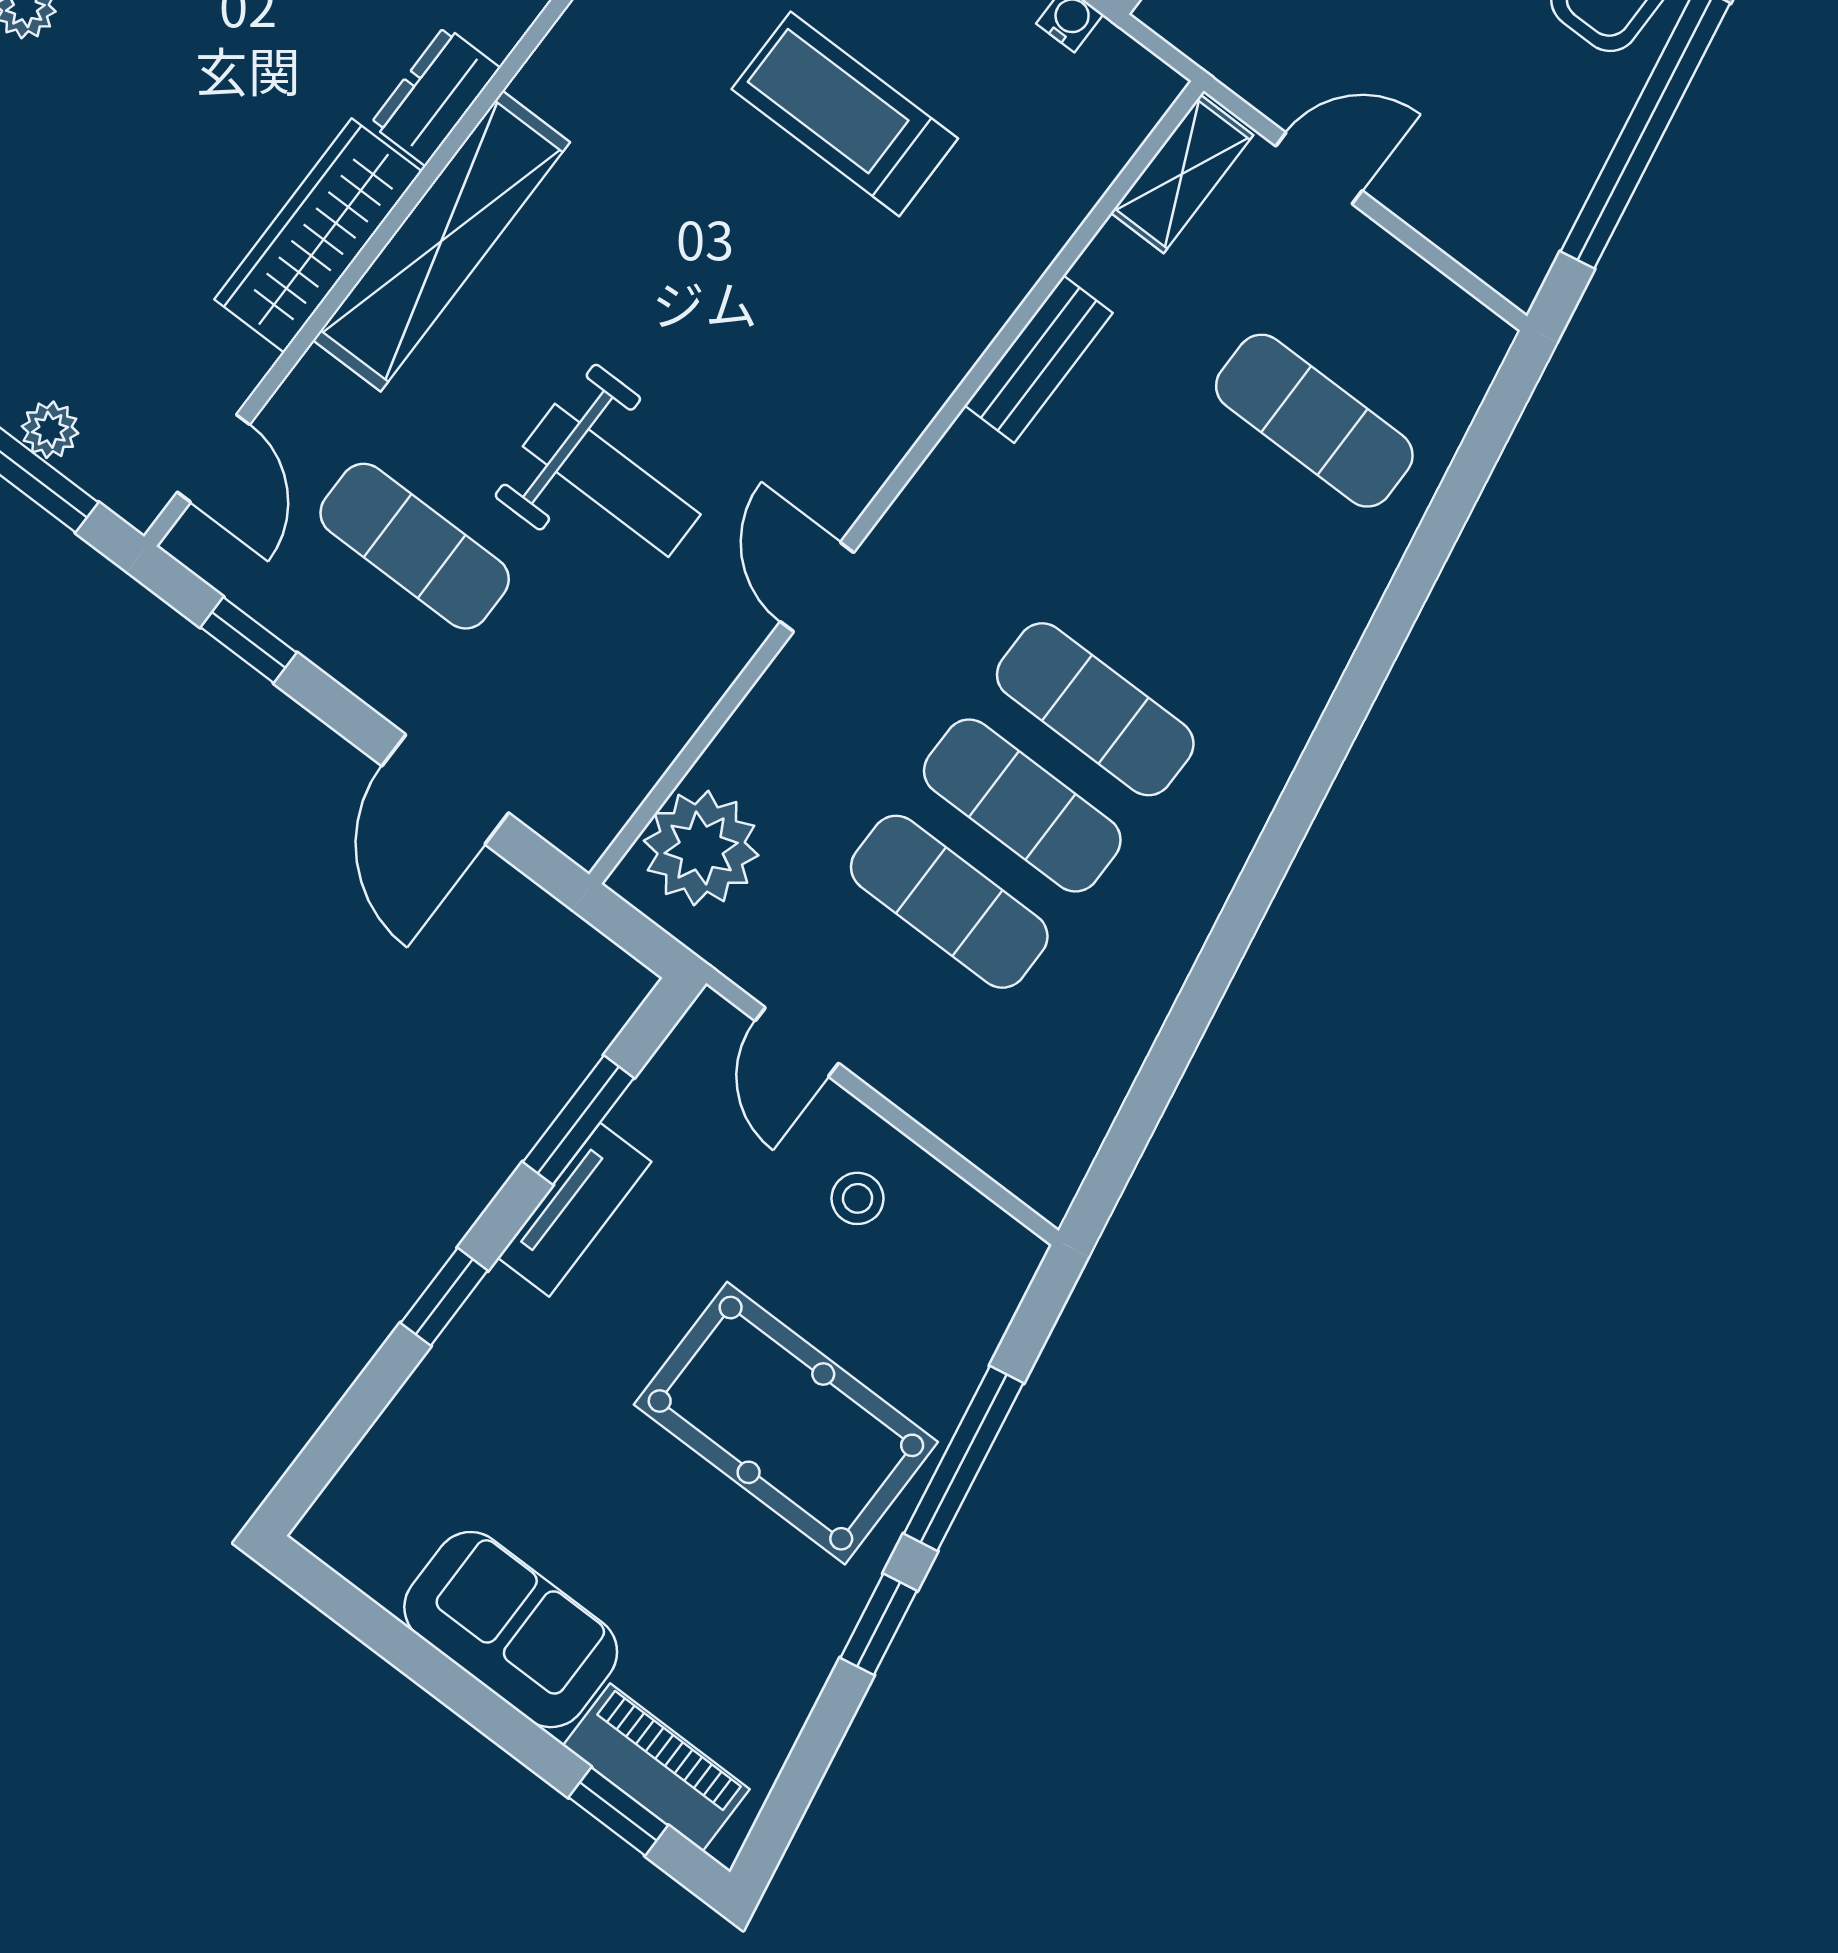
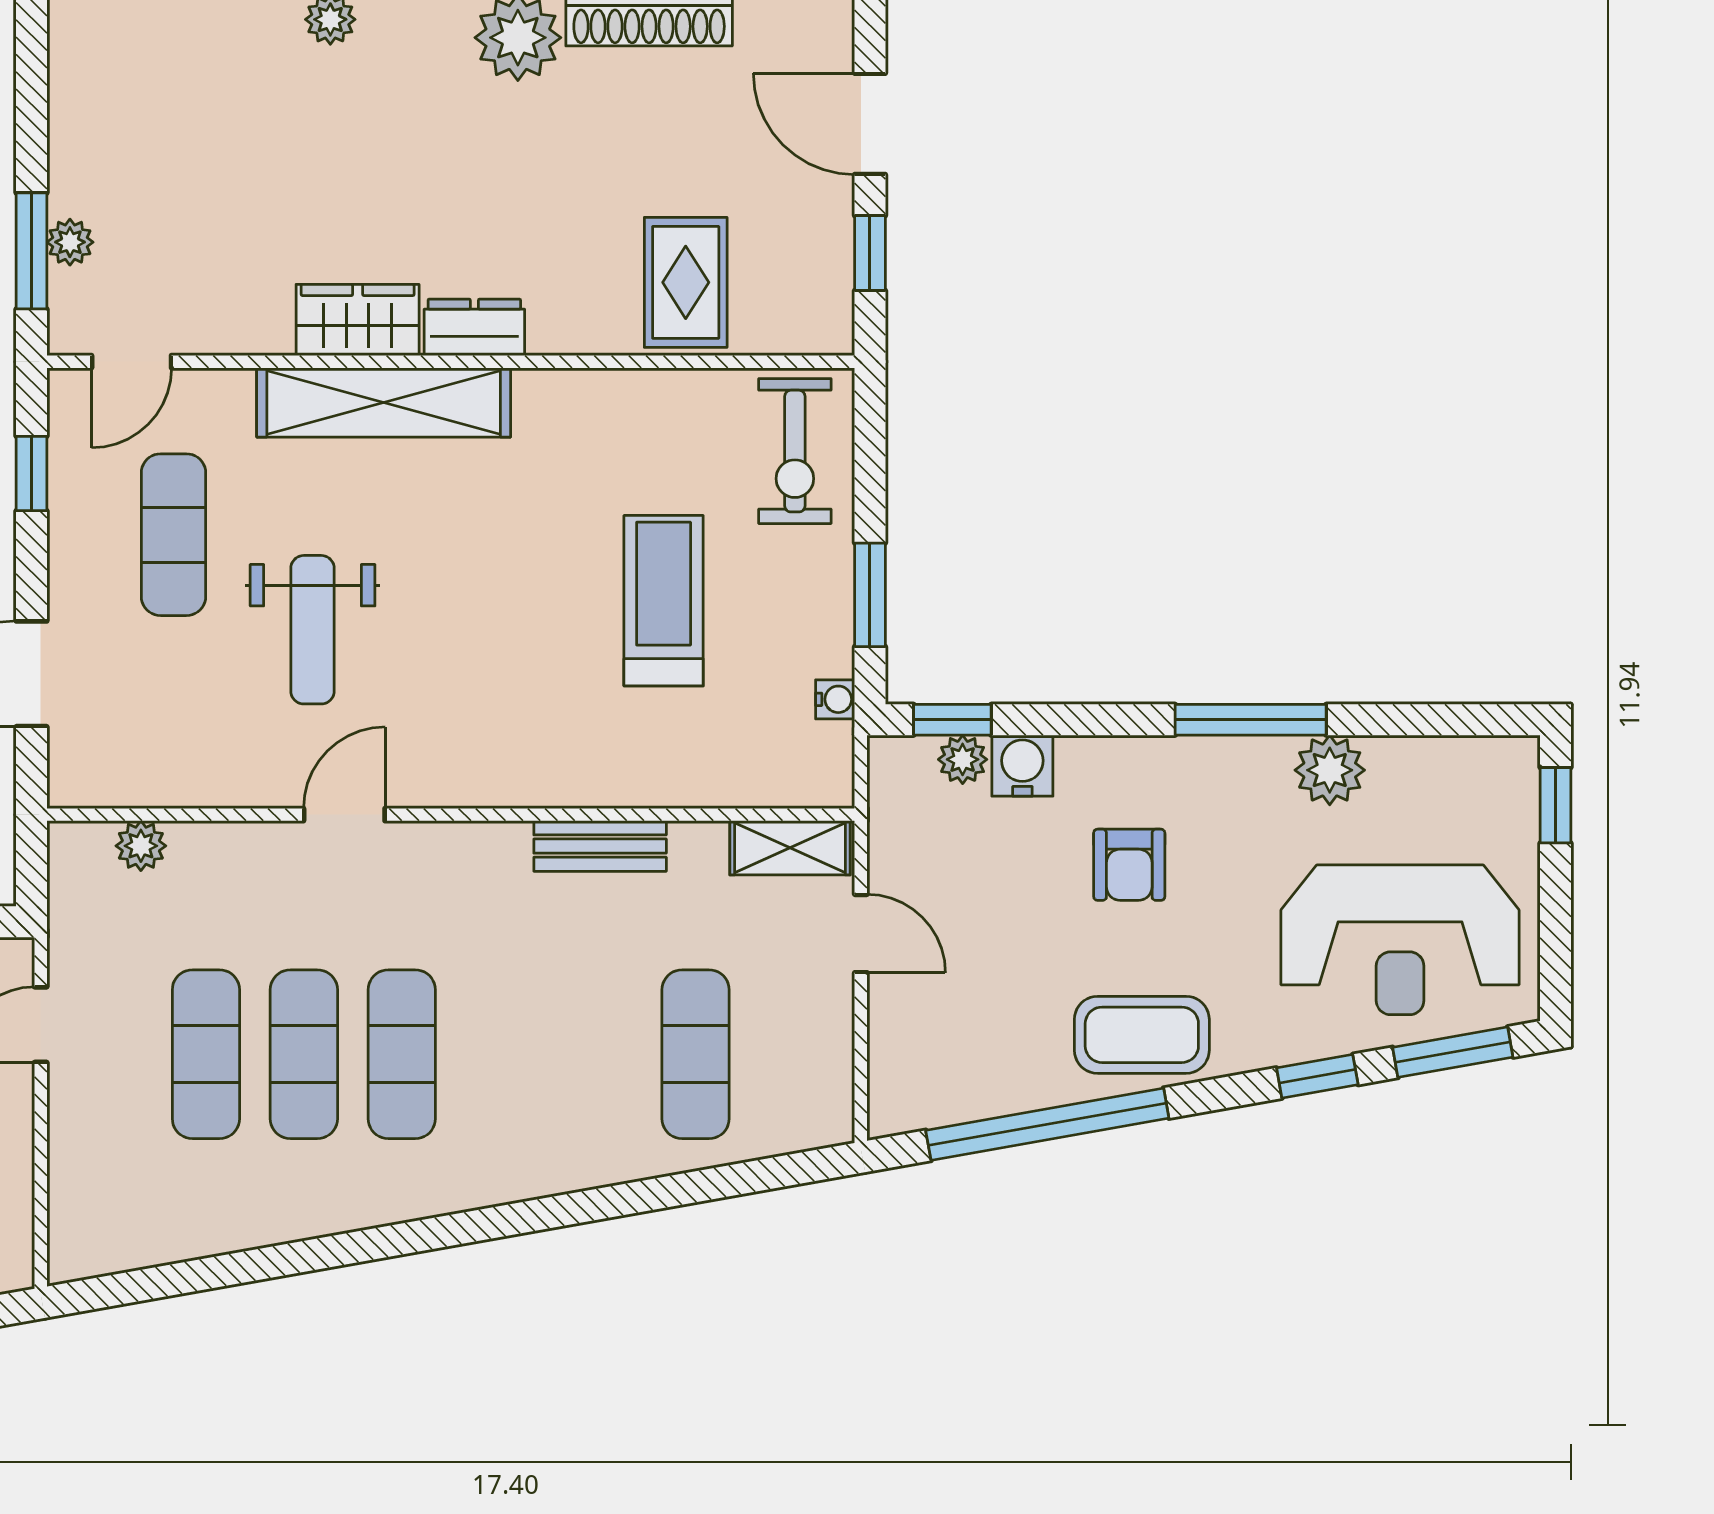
wardrobe: (318, 235) -> (358, 320), width x0.67
plant: (701, 848) -> (141, 846), width x0.53, depth x0.53

